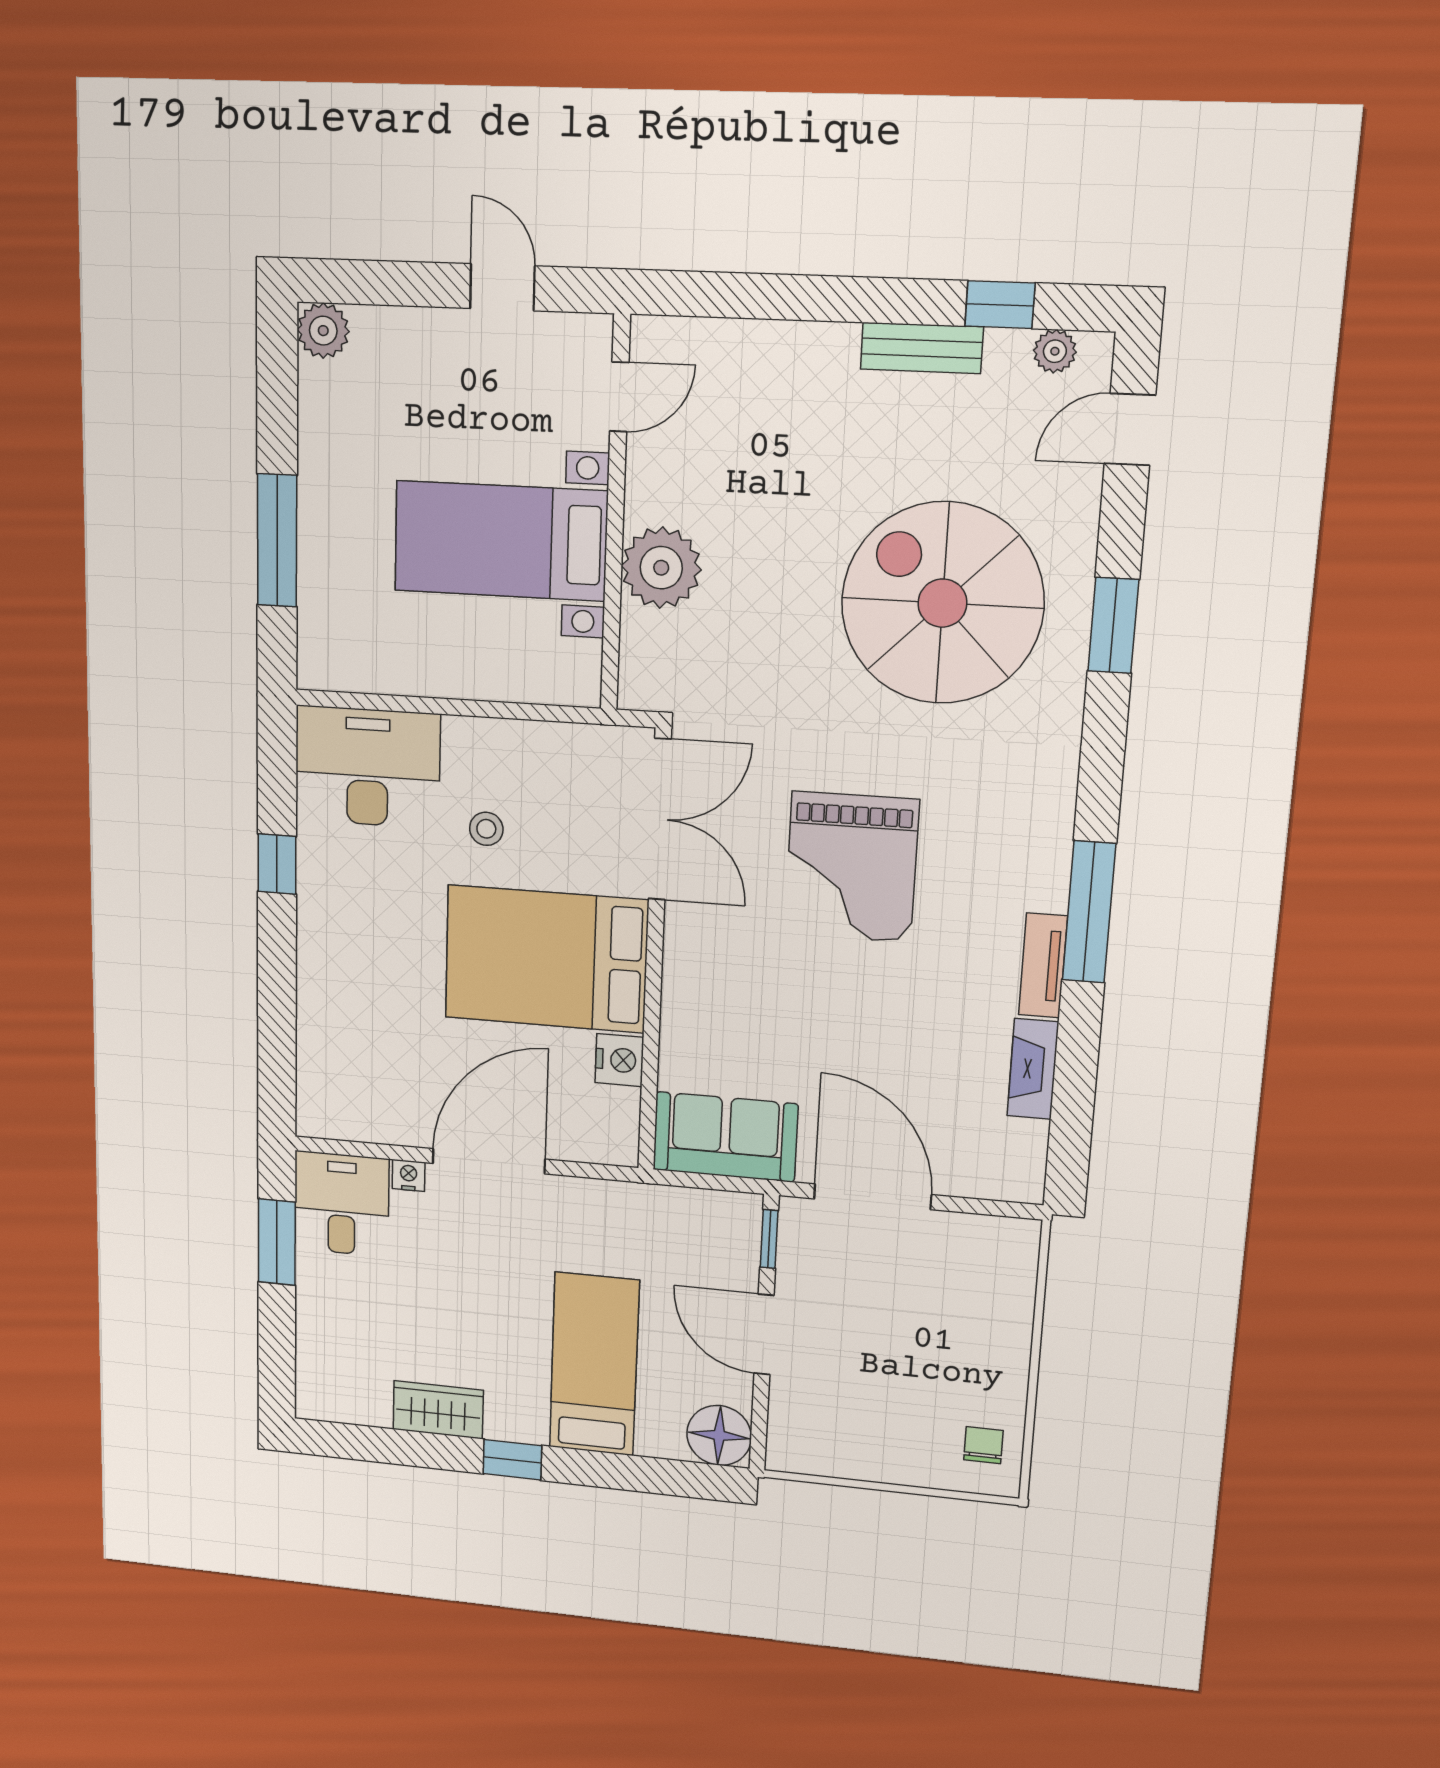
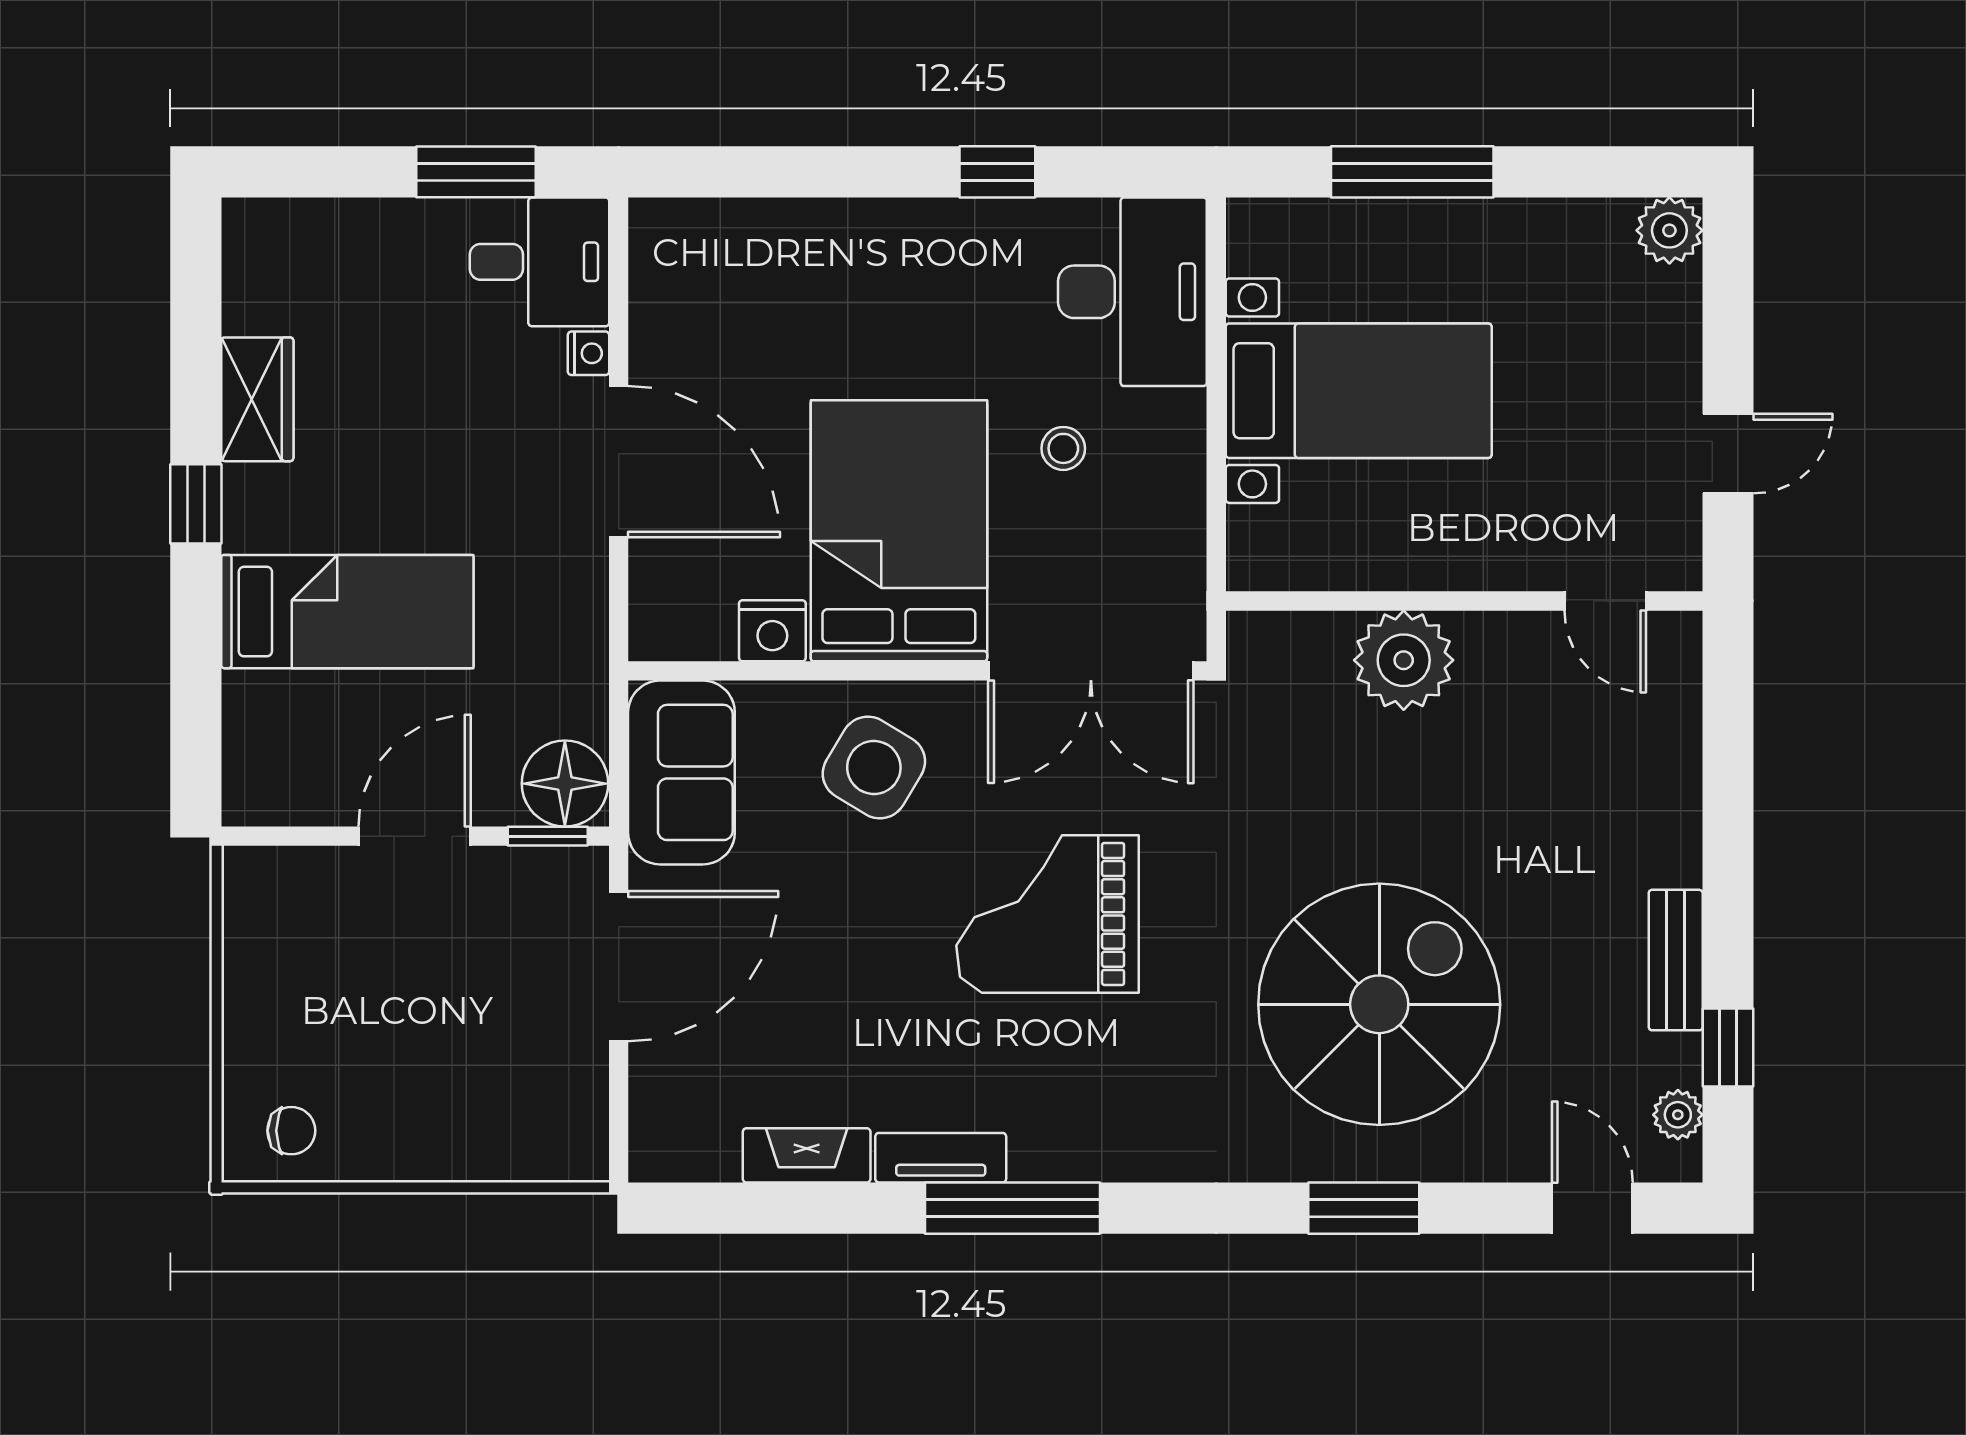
bed with nightstands: (501, 541) -> (1359, 391), moved, turned 90
side table: (728, 992) -> (874, 767), added
floor lamp: (719, 1435) -> (565, 784), moved

